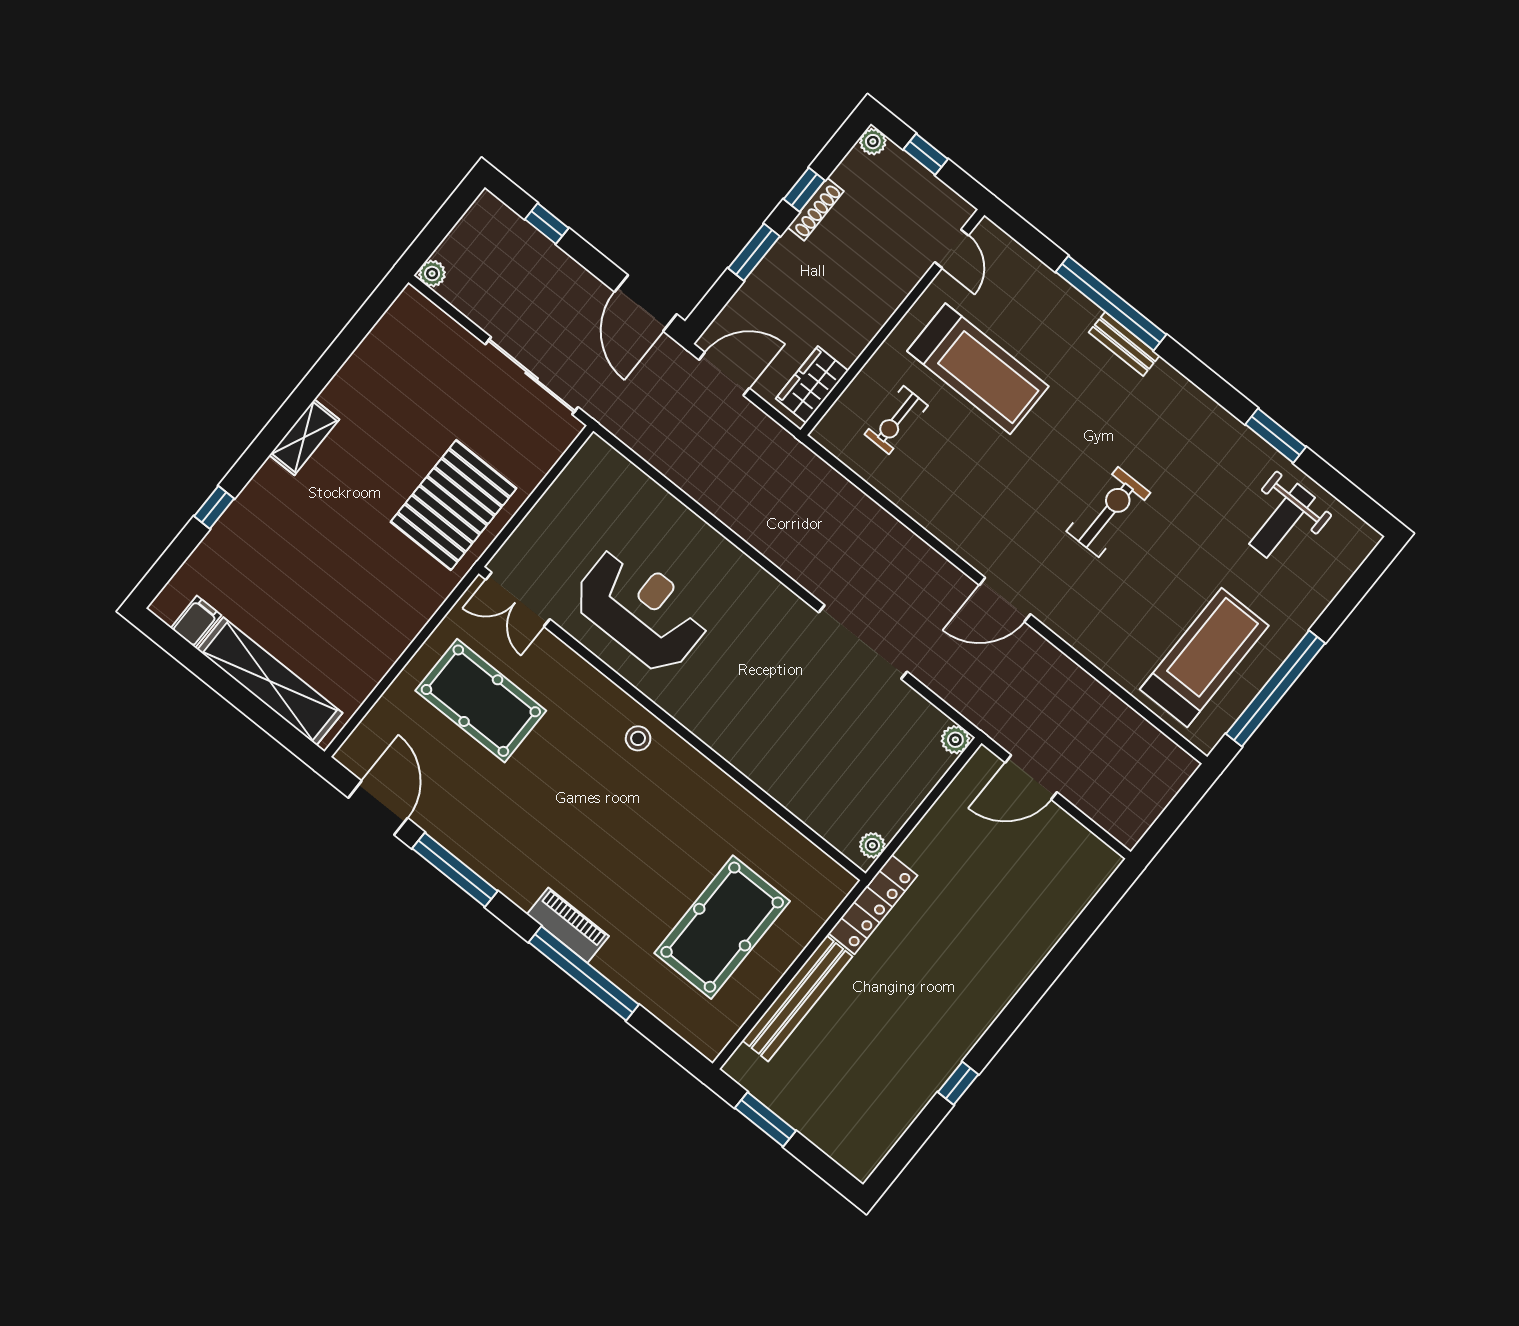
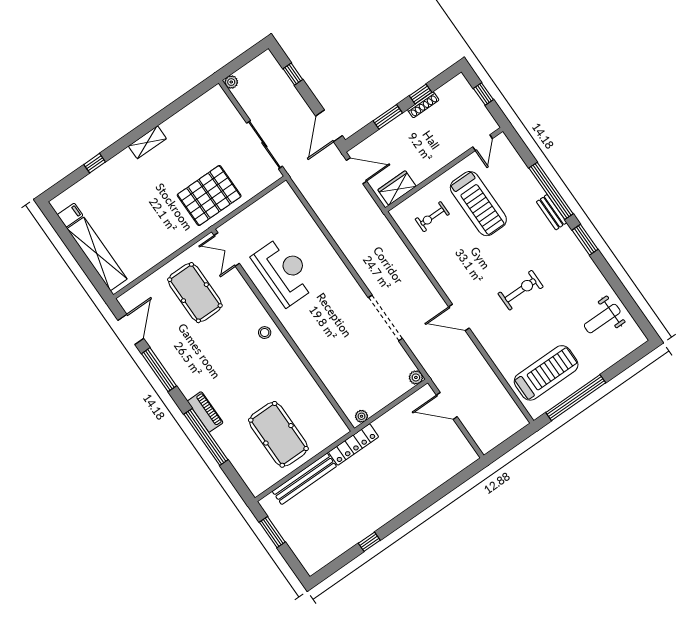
plant: (873, 142) -> (460, 81), removed
window: (1276, 436) -> (585, 240), moved
pool table: (722, 927) -> (278, 434), turned 90

